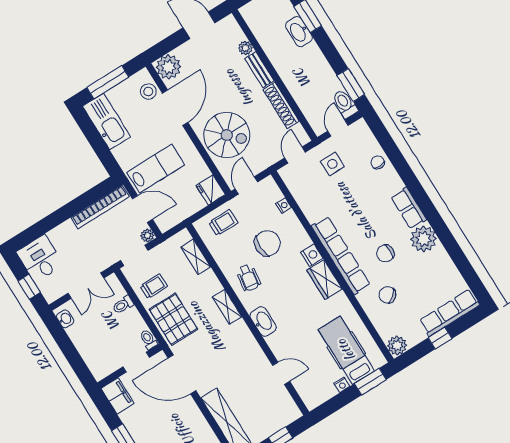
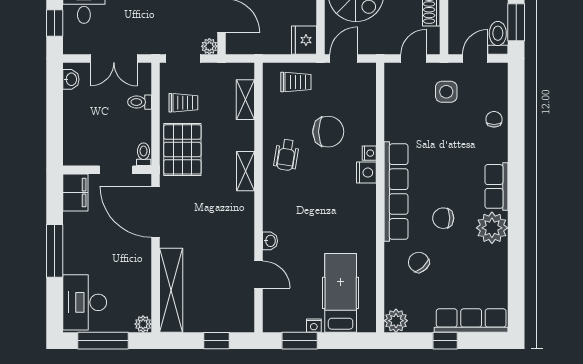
nightstand: (284, 206) -> (369, 153), moved
wardrobe: (325, 280) -> (364, 206), removed
washbasin: (263, 321) -> (270, 241), moved, width x0.52, depth x0.69
window: (370, 382) -> (300, 341), moved

